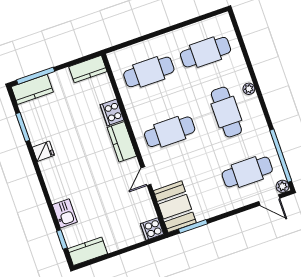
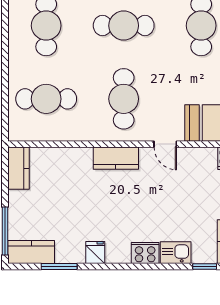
cafe table: (149, 72) -> (46, 99), turned 90
kitchen counter: (32, 89) -> (31, 252), moved, turned -90
cooker: (112, 112) -> (145, 253), moved, turned 180

